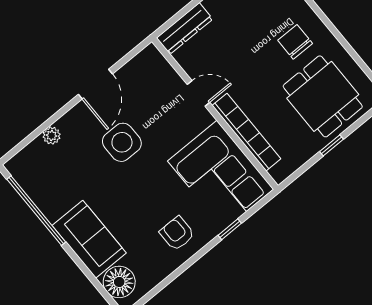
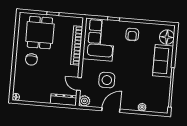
plant: (150, 58) -> (84, 101), added
door: (198, 93) -> (79, 84), moved
side table: (122, 142) -> (107, 80), moved

